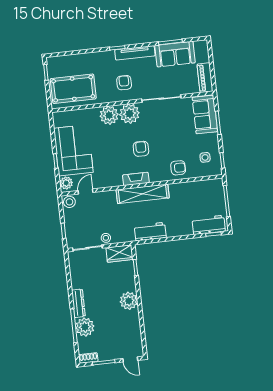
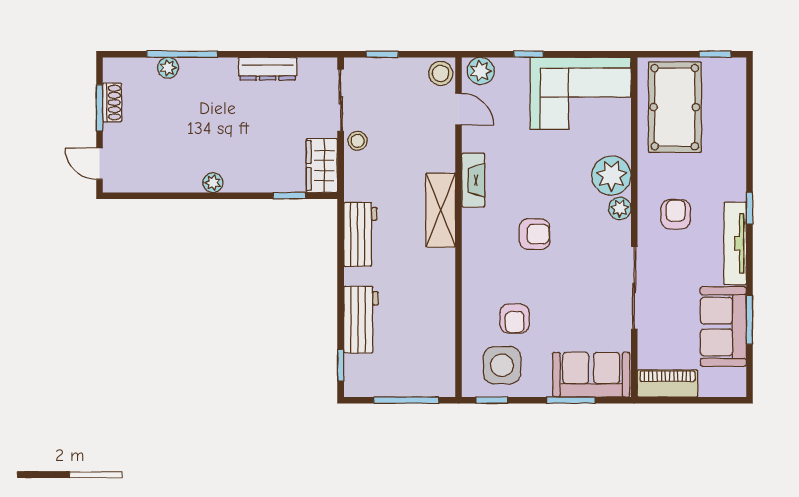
armchair: (124, 83) -> (676, 214), turned -90
plant: (129, 114) -> (620, 208), width x0.53, depth x0.53
corner sofa: (73, 150) -> (581, 93), moved
side table: (205, 157) -> (502, 365), width x1.87, depth x1.87
armchair: (178, 168) -> (515, 319), moved
fireplace: (136, 179) -> (473, 180), moved
shelving: (143, 194) -> (441, 210), width x0.68
workbench: (209, 225) -> (361, 320), moved
plant: (129, 301) -> (213, 183), width x0.53, depth x0.53
dresser: (78, 303) -> (268, 69), moved
plant: (85, 327) -> (168, 68), width x0.53, depth x0.53
shoe rack: (88, 358) -> (112, 102), moved
door: (130, 359) -> (100, 164), hinge flipped

